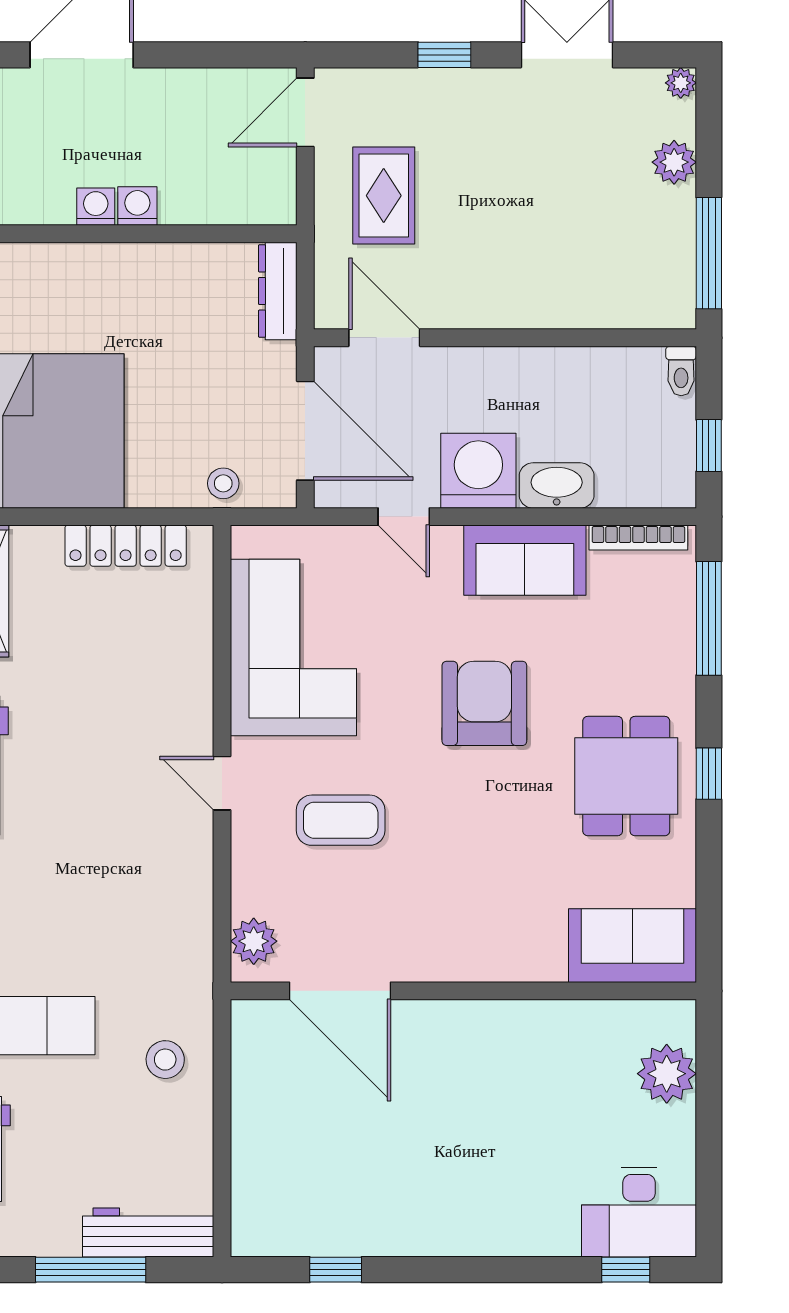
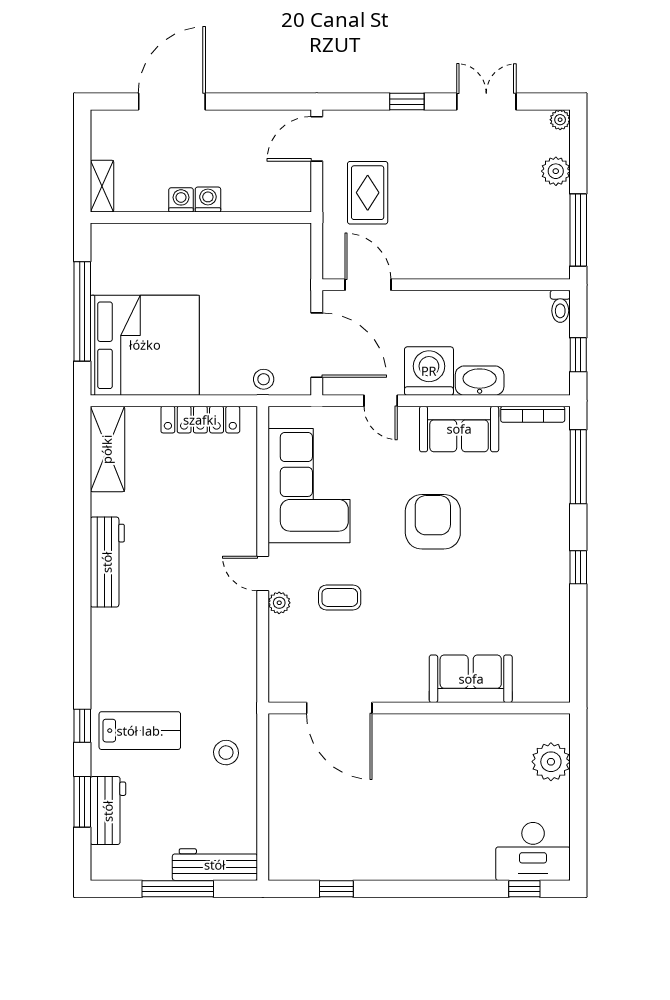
dresser: (278, 291) -> (299, 255), removed
dining table: (626, 776) -> (525, 569), removed
coffee table: (341, 820) -> (340, 597), width x0.73, depth x0.77
plant: (254, 941) -> (279, 603), moved, width x0.73, depth x0.73
sofa: (632, 946) -> (471, 679), moved

